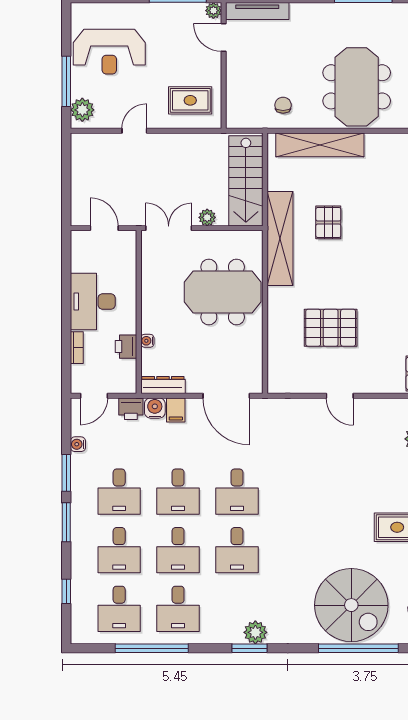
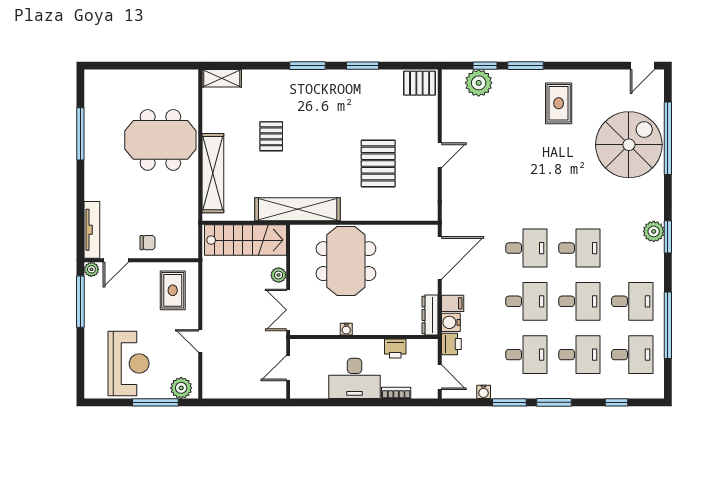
chair: (283, 105) -> (148, 243), moved, turned 180
pallet: (328, 222) -> (271, 136), moved, turned 90
water cooler: (147, 341) -> (346, 329), moved

